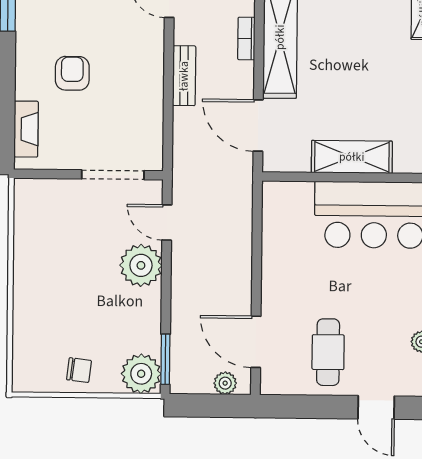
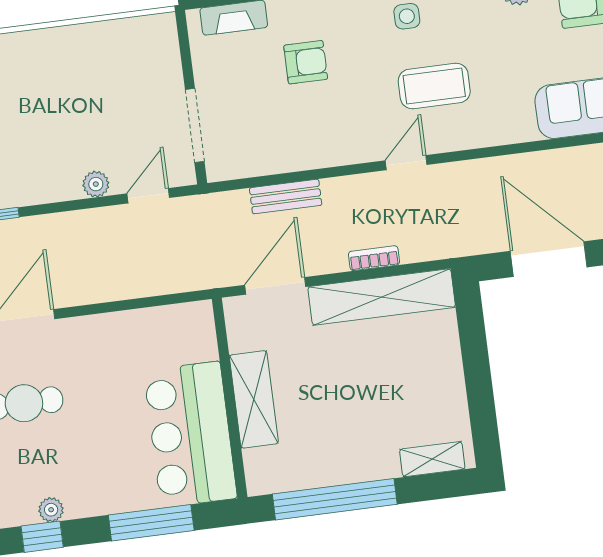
bench: (184, 76) -> (286, 197), moved
plant: (141, 265) -> (96, 184), width x0.53, depth x0.53

